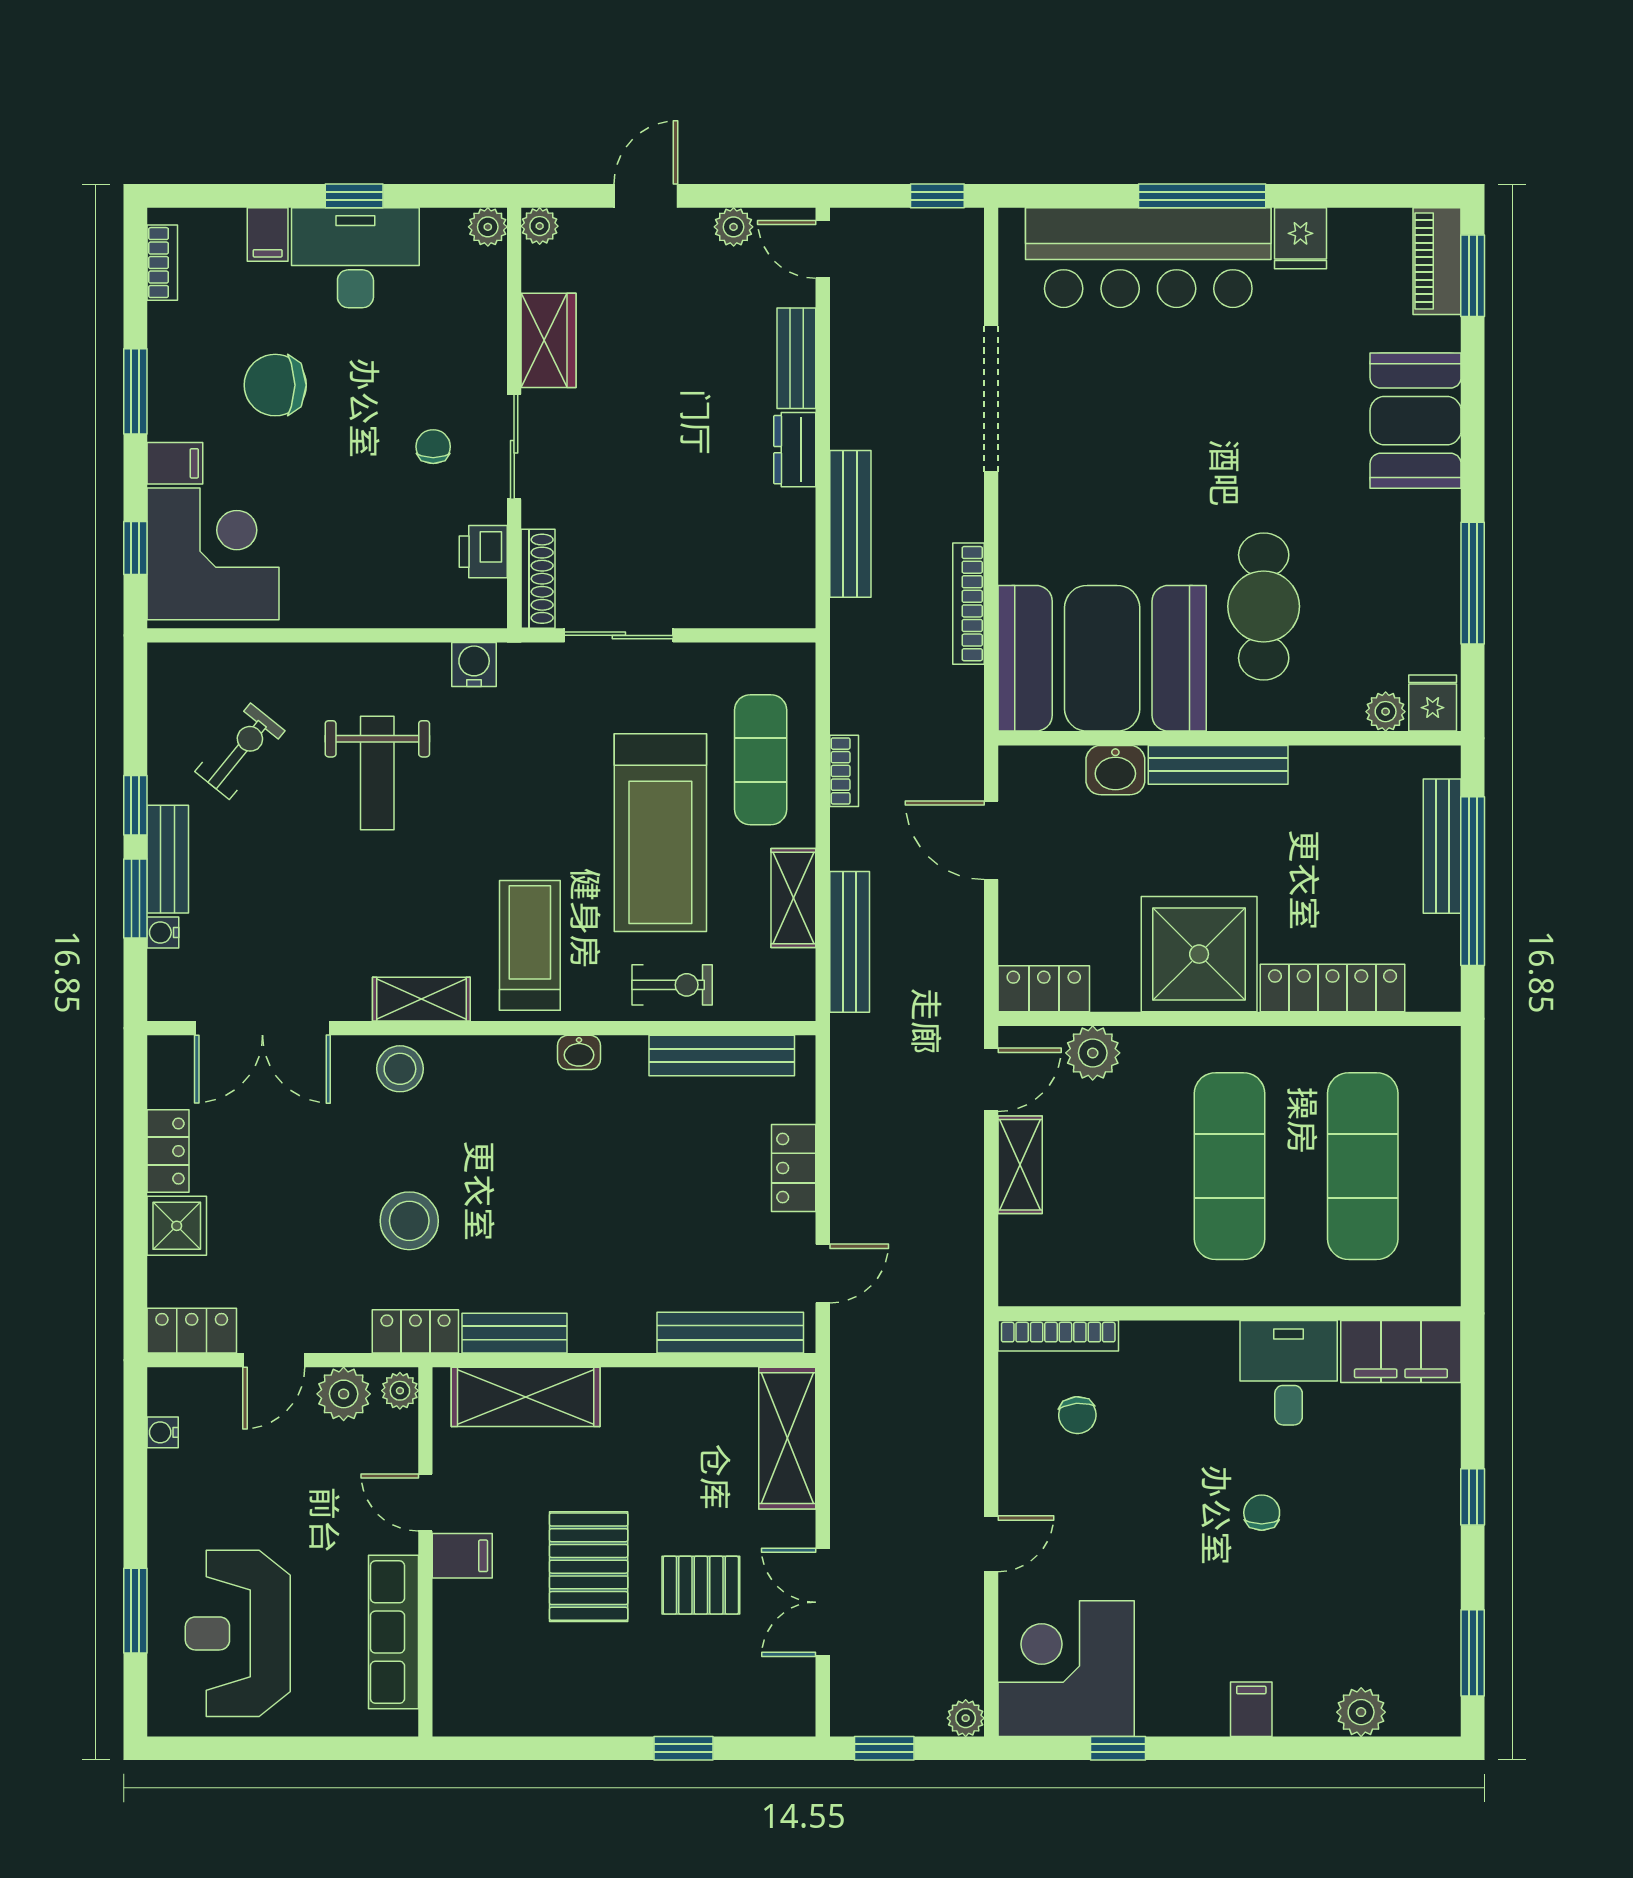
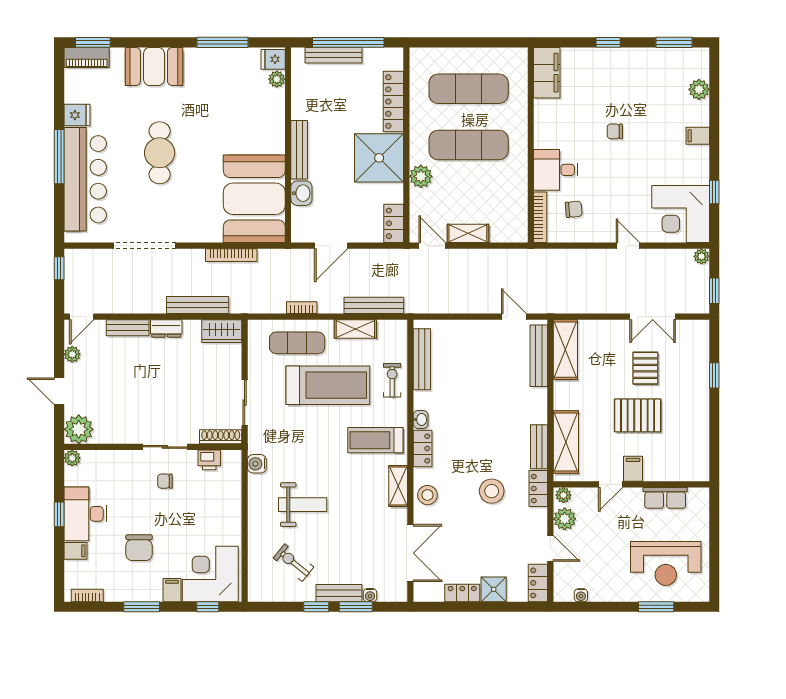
plant: (540, 226) -> (79, 429), width x1.88, depth x1.88
wardrobe: (549, 340) -> (222, 331), moved, turned 180
cafe table: (1264, 606) -> (160, 153), moved, turned 90
plant: (1093, 1053) -> (421, 176), moved
locker: (794, 1168) -> (423, 448), moved, turned -90
desk: (1289, 1373) -> (556, 170), moved
shelving: (787, 1438) -> (565, 350), moved, turned 90
row of seats: (393, 1632) -> (665, 498), width x0.68

